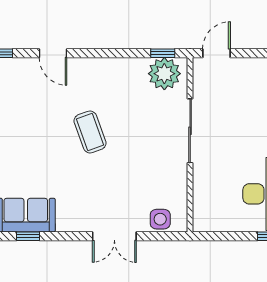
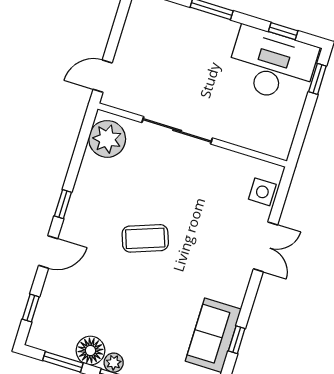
window: (163, 53) -> (63, 204), moved
door: (216, 53) -> (103, 76), hinge flipped

